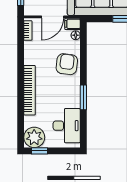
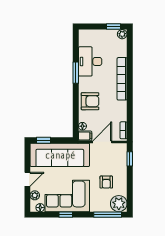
armchair: (67, 64) -> (90, 101), turned -97
desk: (67, 126) -> (90, 61), moved
plant: (34, 137) -> (122, 34), width x0.53, depth x0.53

